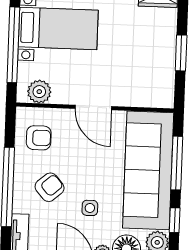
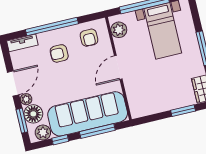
window: (181, 53) -> (183, 111), moved
armchair: (50, 187) -> (59, 53), turned 131
side table: (90, 208) -> (53, 83), removed

